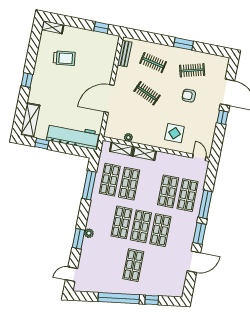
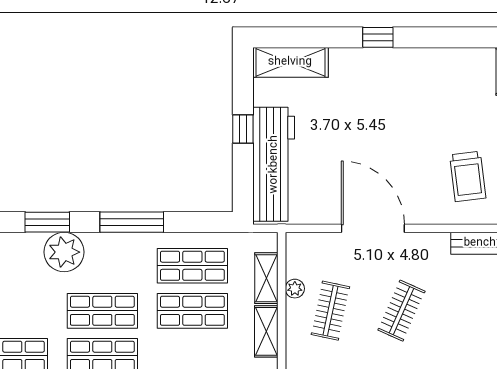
trolley: (64, 58) -> (468, 176), moved
clothes rail: (153, 63) -> (330, 311), moved
window: (42, 144) -> (243, 129), moved
window: (89, 185) -> (132, 222), moved
plant: (89, 233) -> (64, 252), width x1.88, depth x1.88

